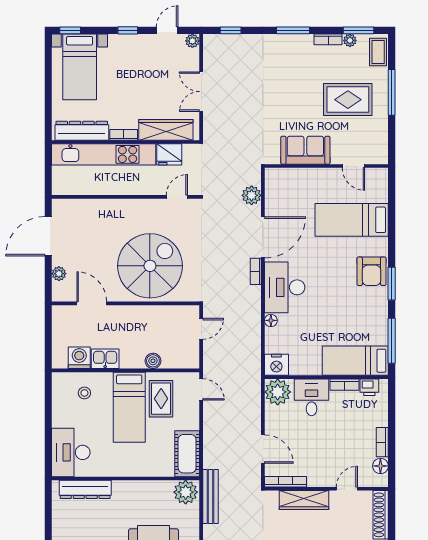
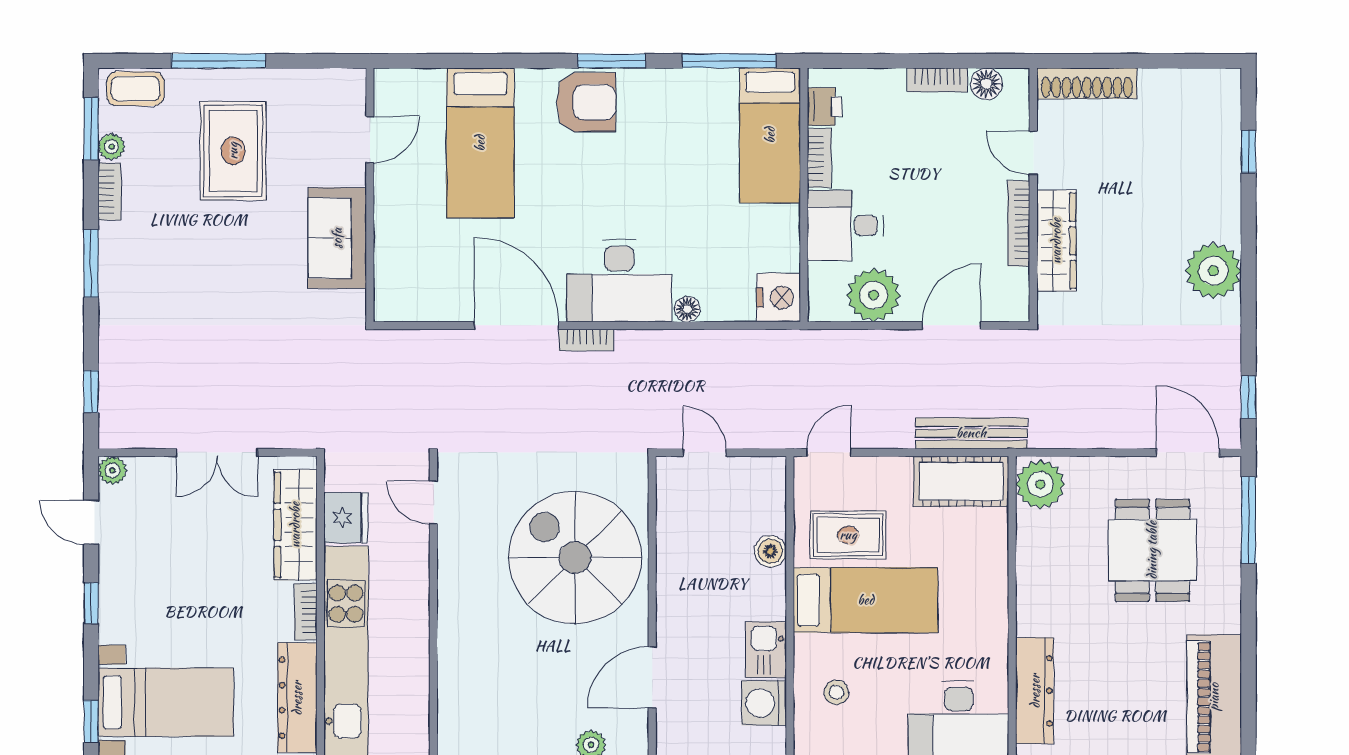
plant: (252, 195) -> (430, 349), removed
plant: (278, 392) -> (874, 295), moved
bookcase: (285, 482) -> (1019, 223), moved
bench: (210, 496) -> (971, 433), moved

